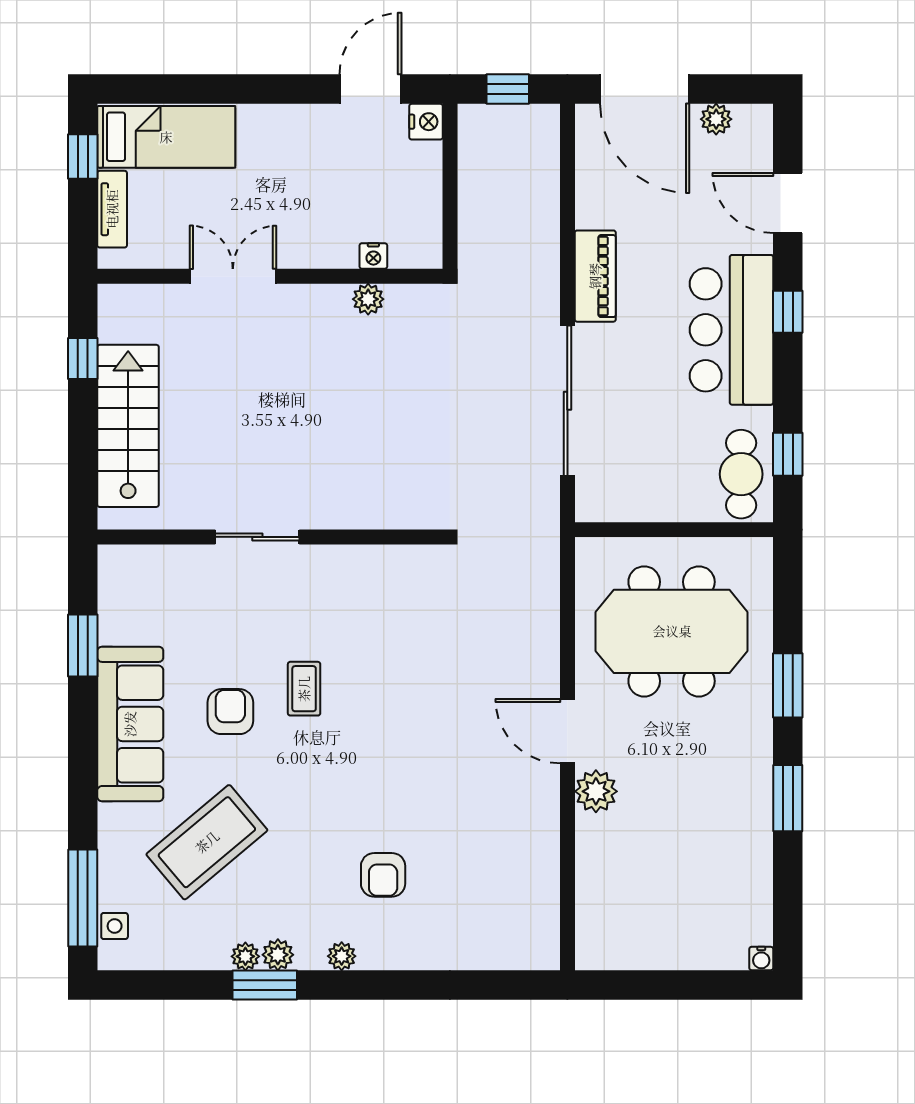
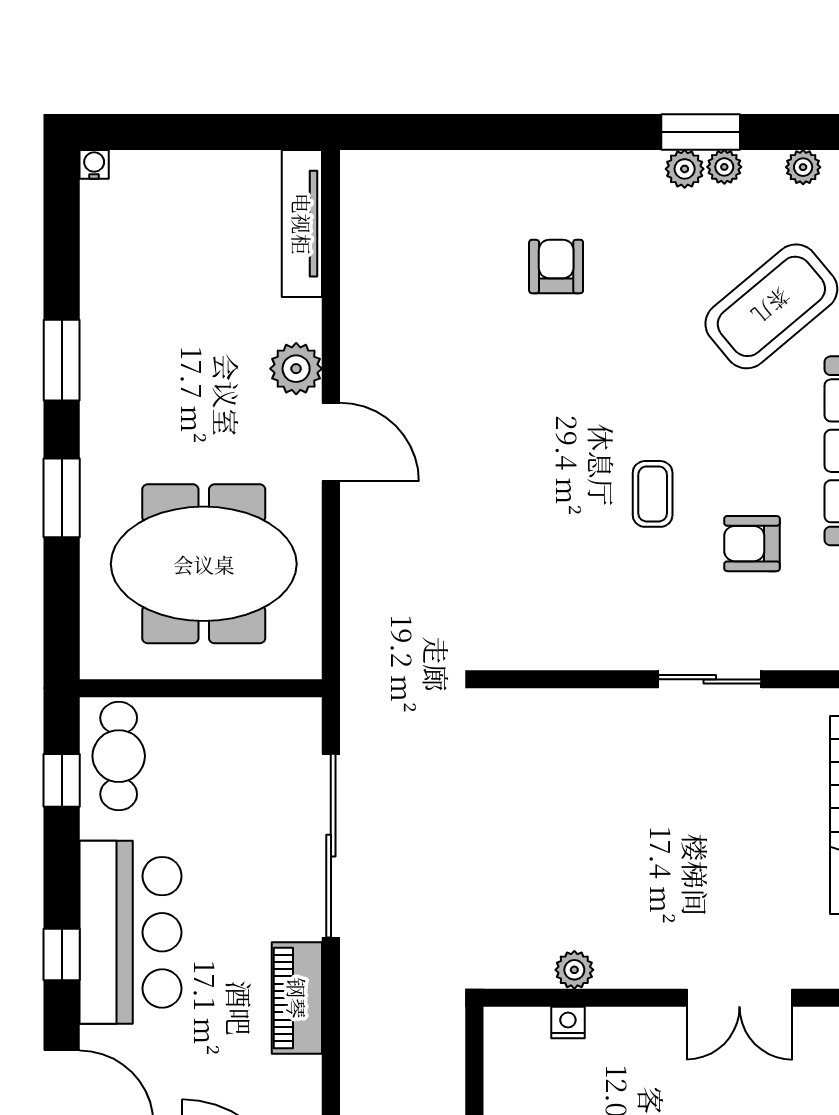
armchair: (230, 712) -> (752, 544), moved, turned 90
tv unit: (591, 910) -> (302, 224), added
plant: (342, 956) -> (803, 167), moved

